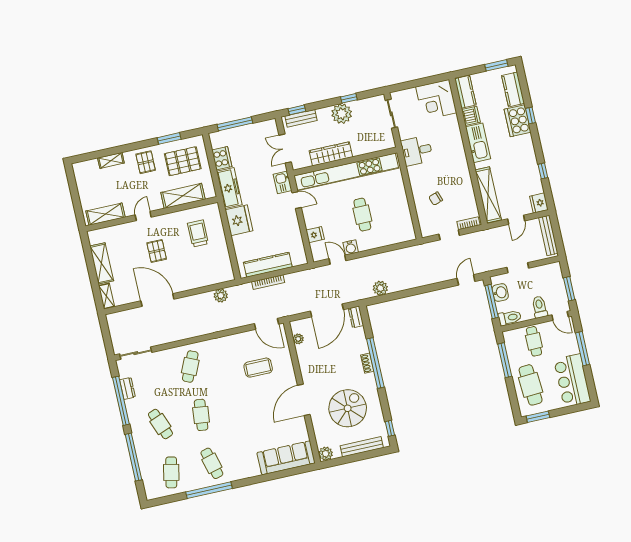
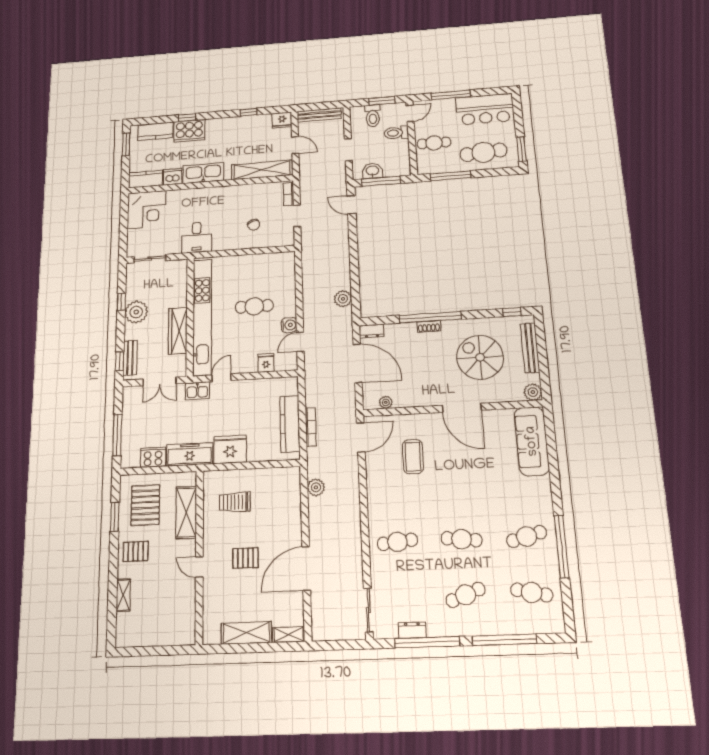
shelving: (105, 214) -> (186, 615), removed
toilet: (510, 318) -> (373, 116), moved, turned 180
cafe table: (190, 367) -> (397, 542), turned -30

